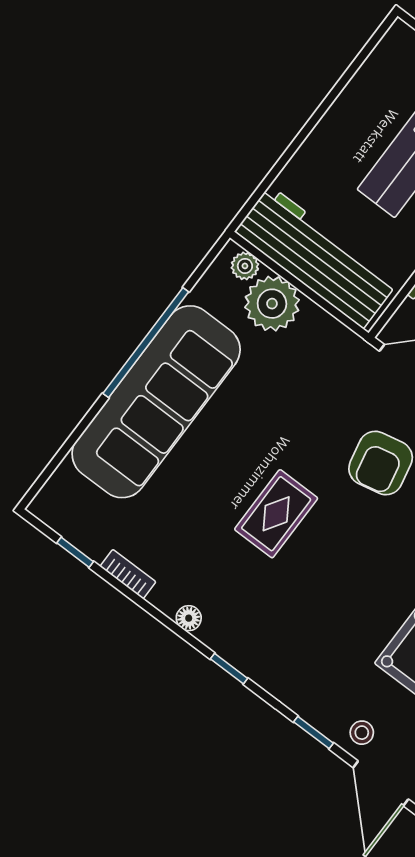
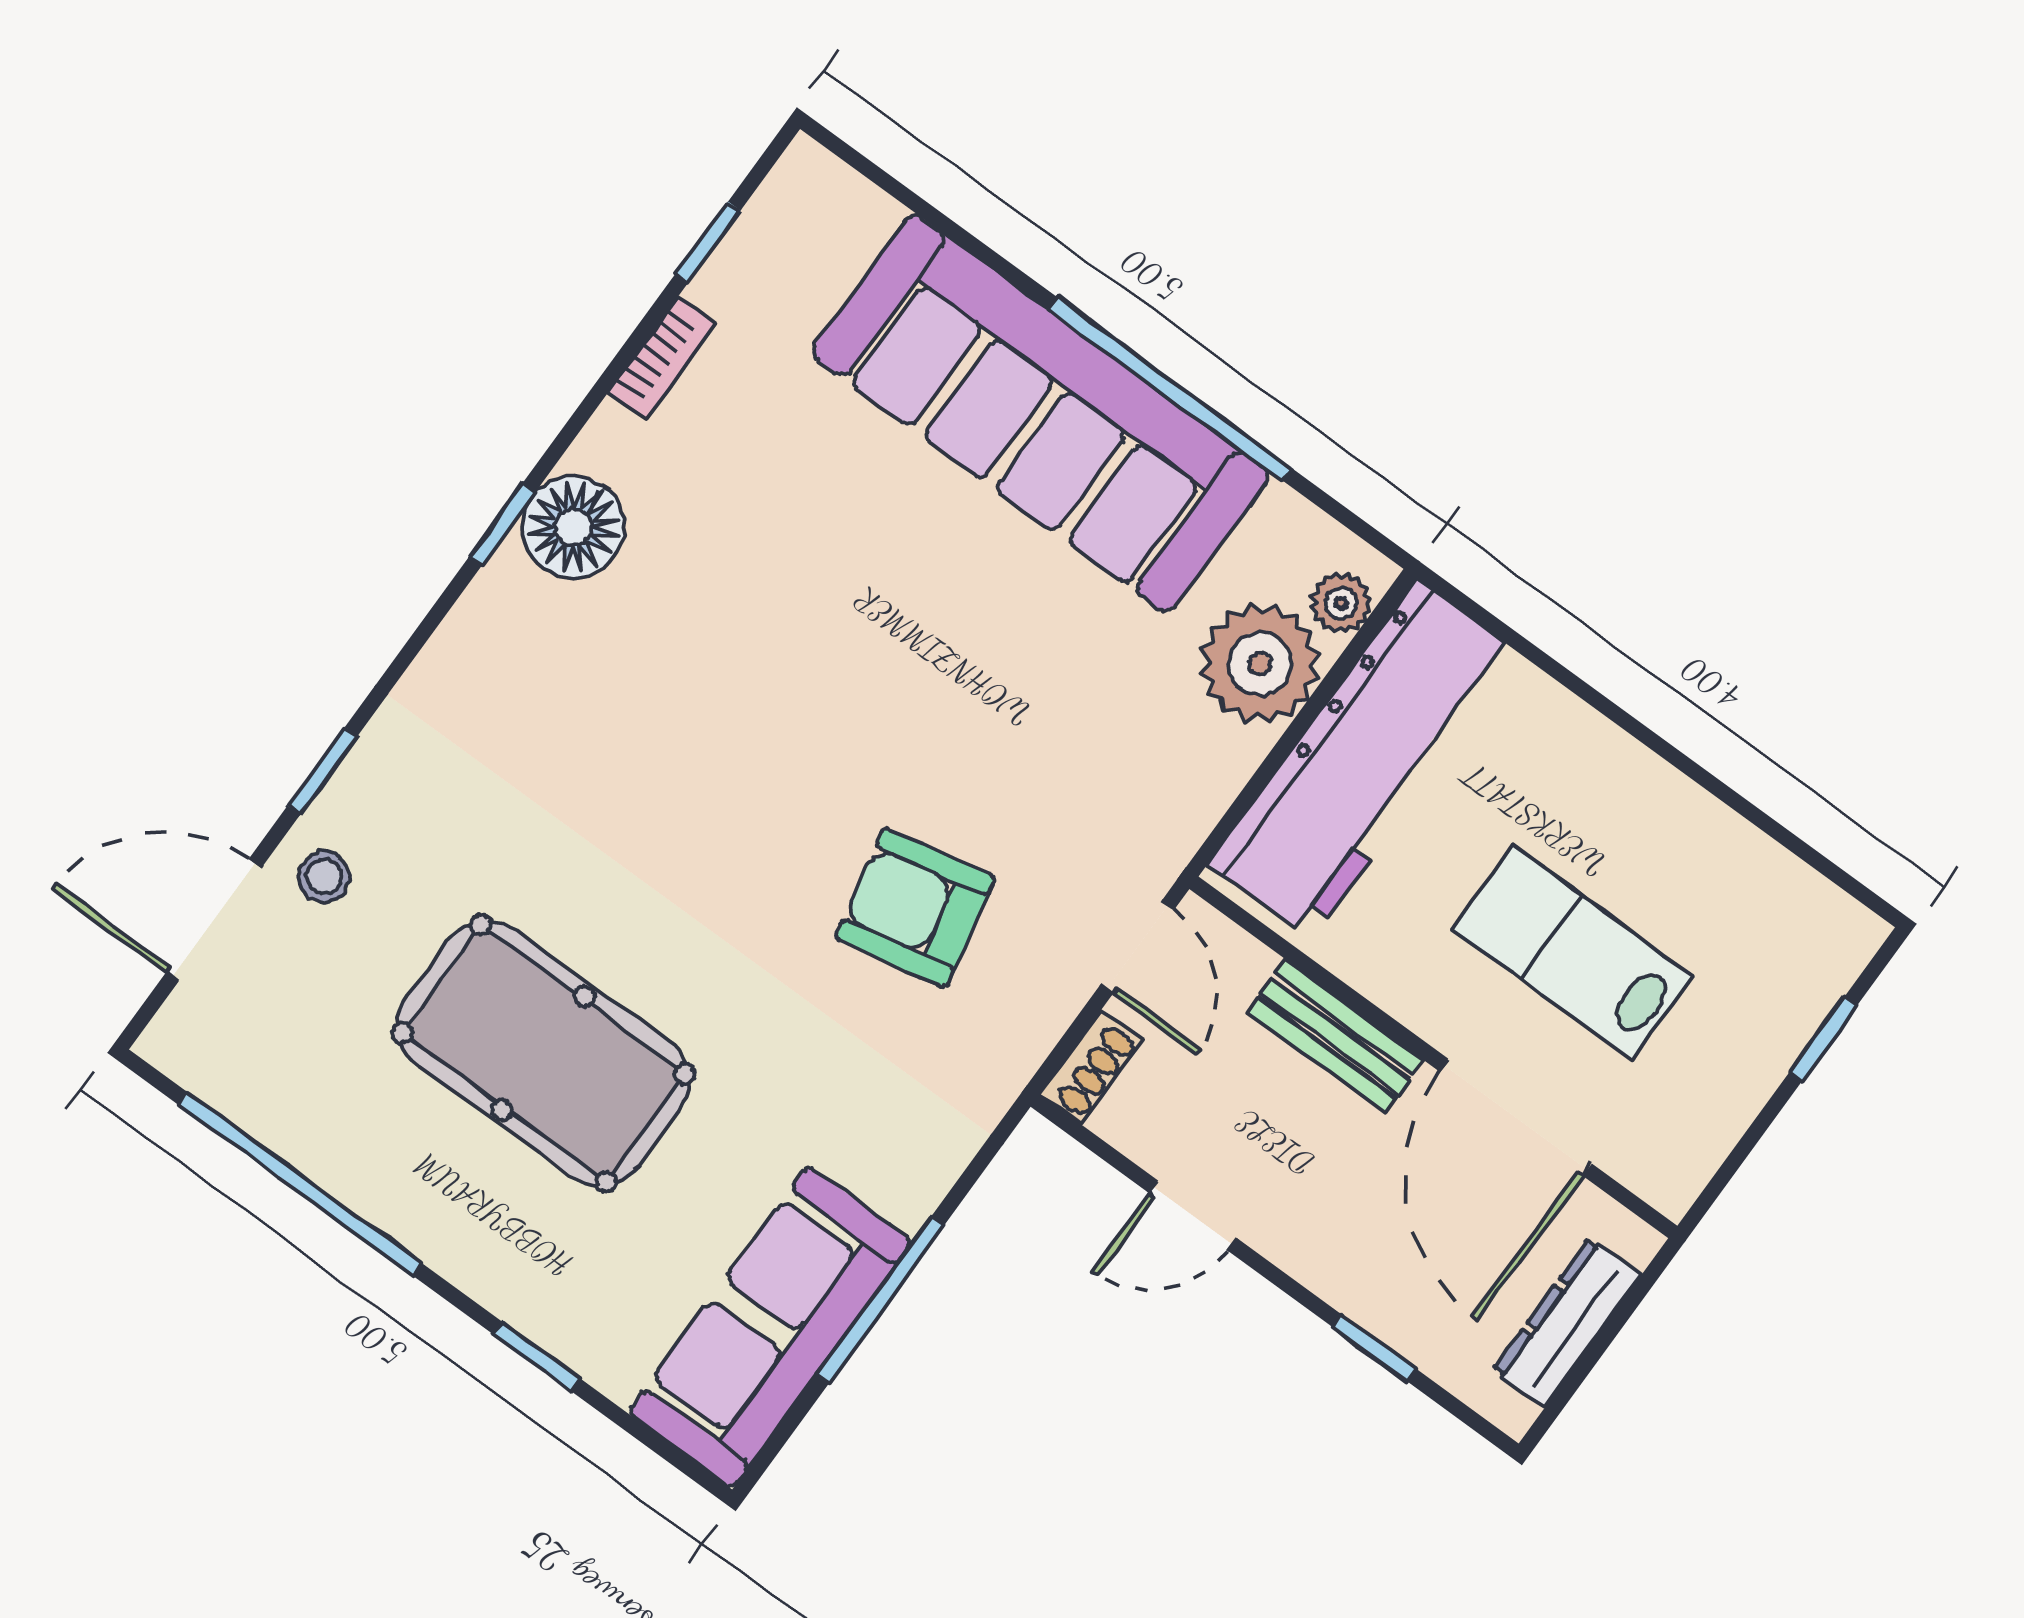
rug: (276, 514) -> (800, 681), removed
floor lamp: (189, 618) -> (573, 527), width x1.89, depth x1.89
window: (229, 669) -> (502, 524), moved

